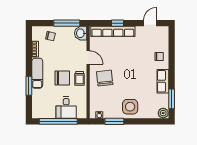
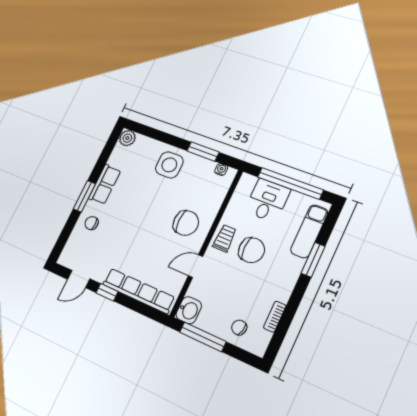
window: (118, 23) -> (107, 292), moved
door: (88, 57) -> (196, 266), hinge flipped
exam couch: (37, 73) -> (309, 231), moved
chair: (62, 78) -> (252, 250), turned 180
chair: (105, 78) -> (186, 223), turned -84
window: (172, 99) -> (84, 196), moved

